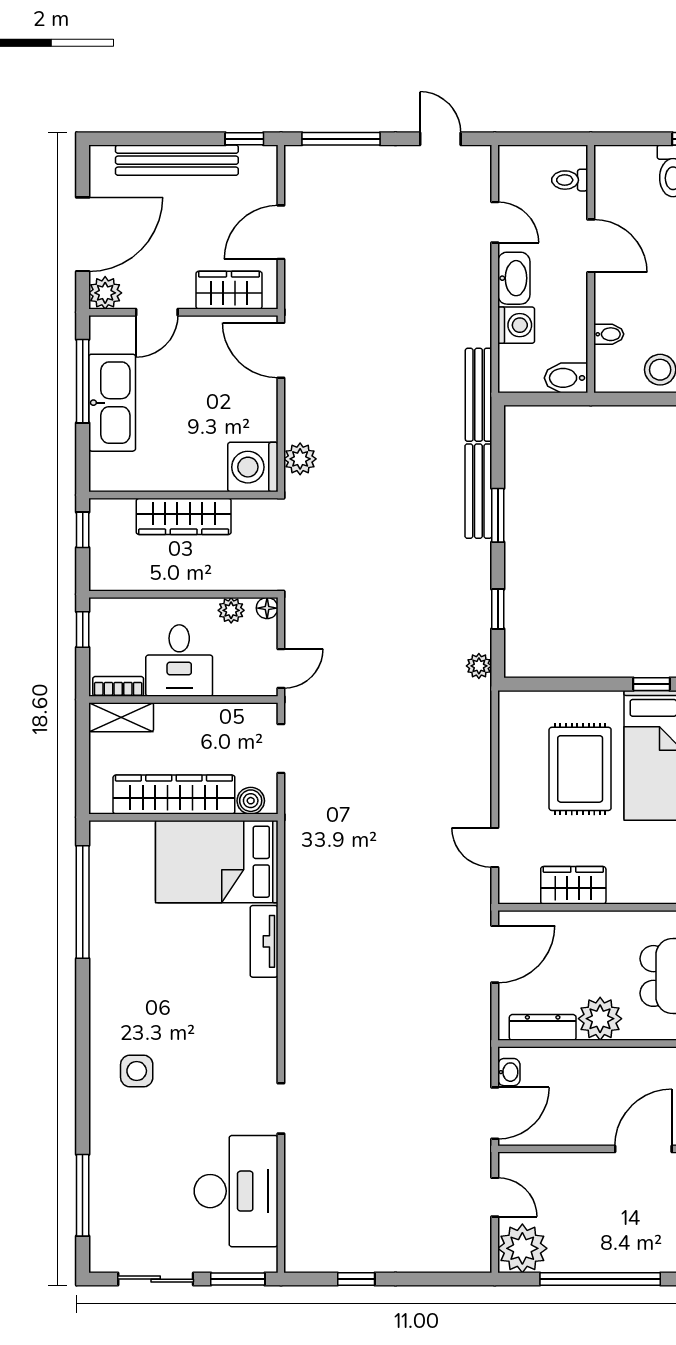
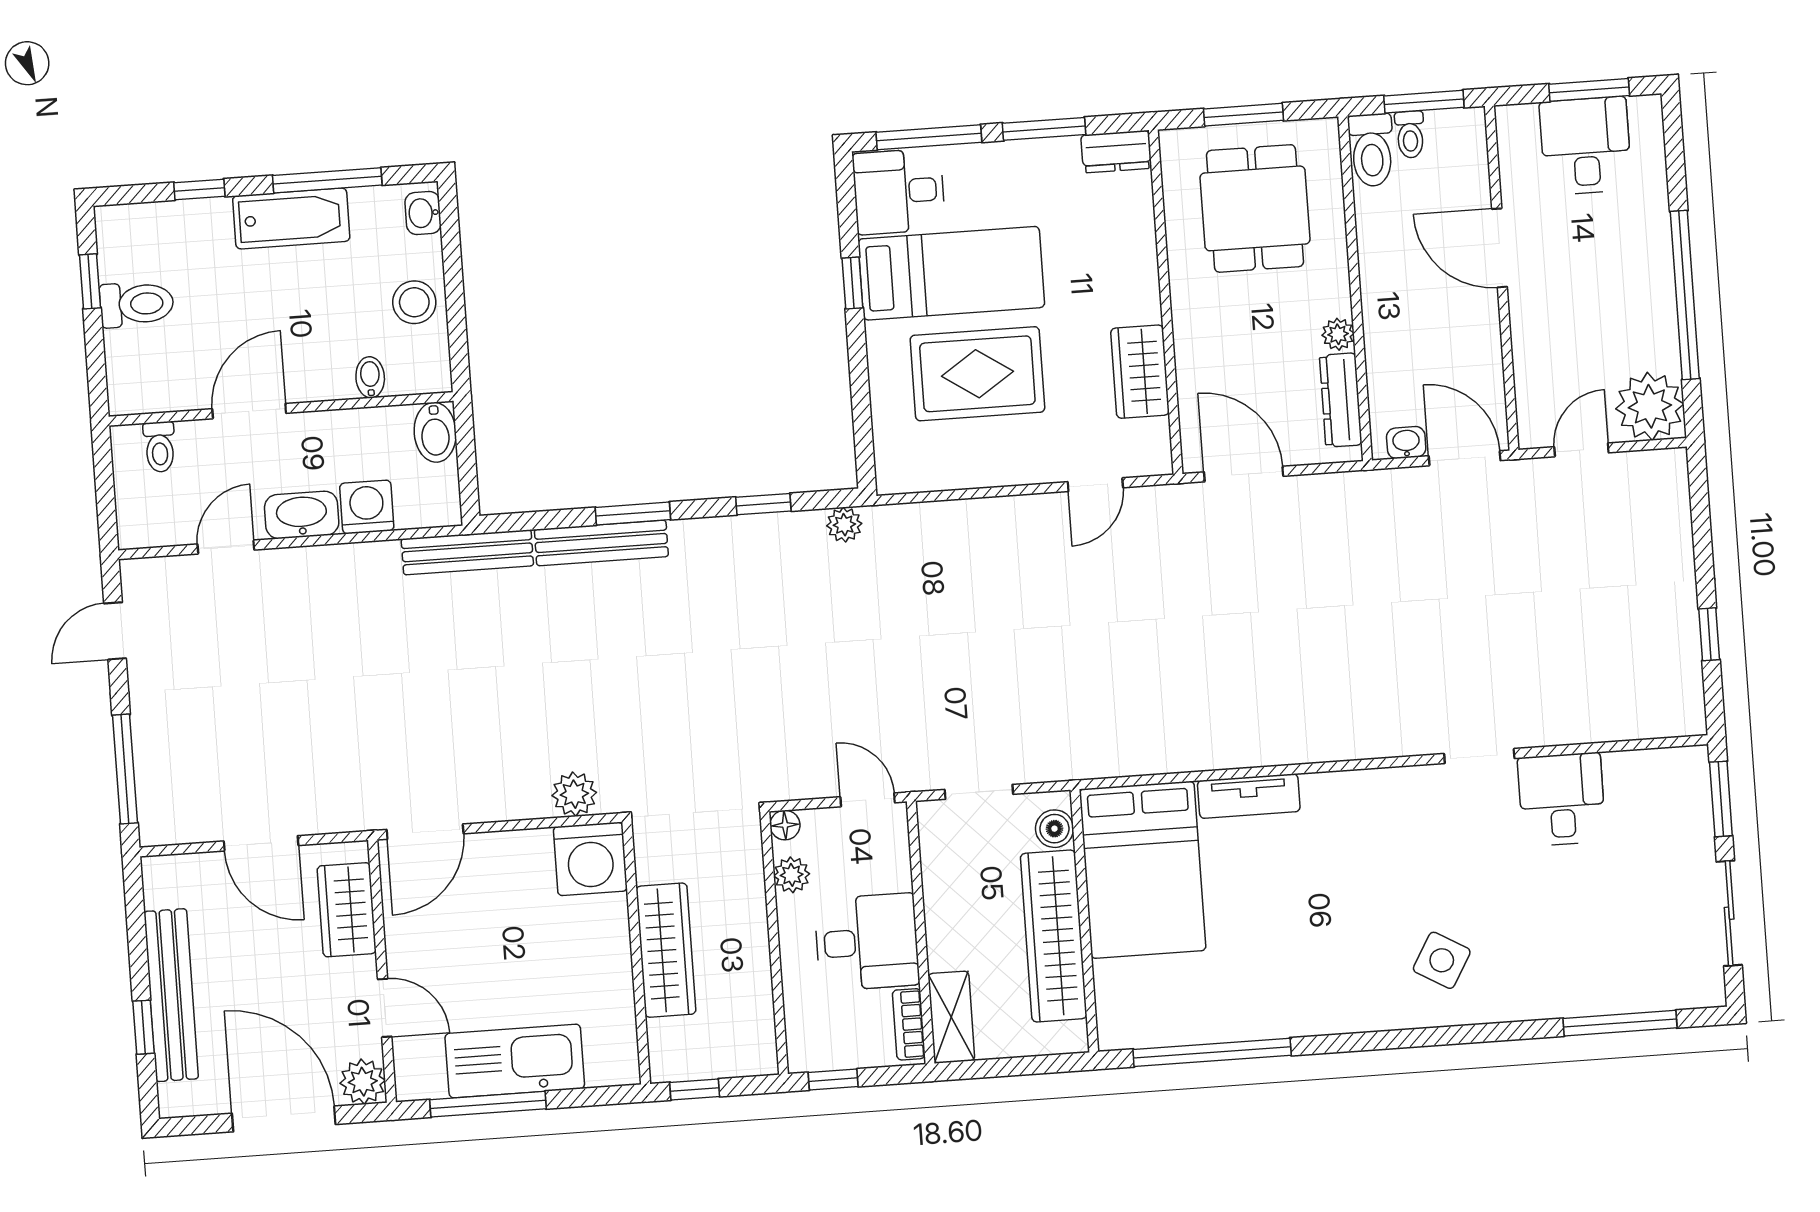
window: (244, 139) -> (143, 1027), moved
plant: (600, 1019) -> (1338, 334), width x0.53, depth x0.53
side table: (137, 1071) -> (1442, 960), turned 30
desk: (236, 1191) -> (1562, 799), width x0.53, depth x0.77

